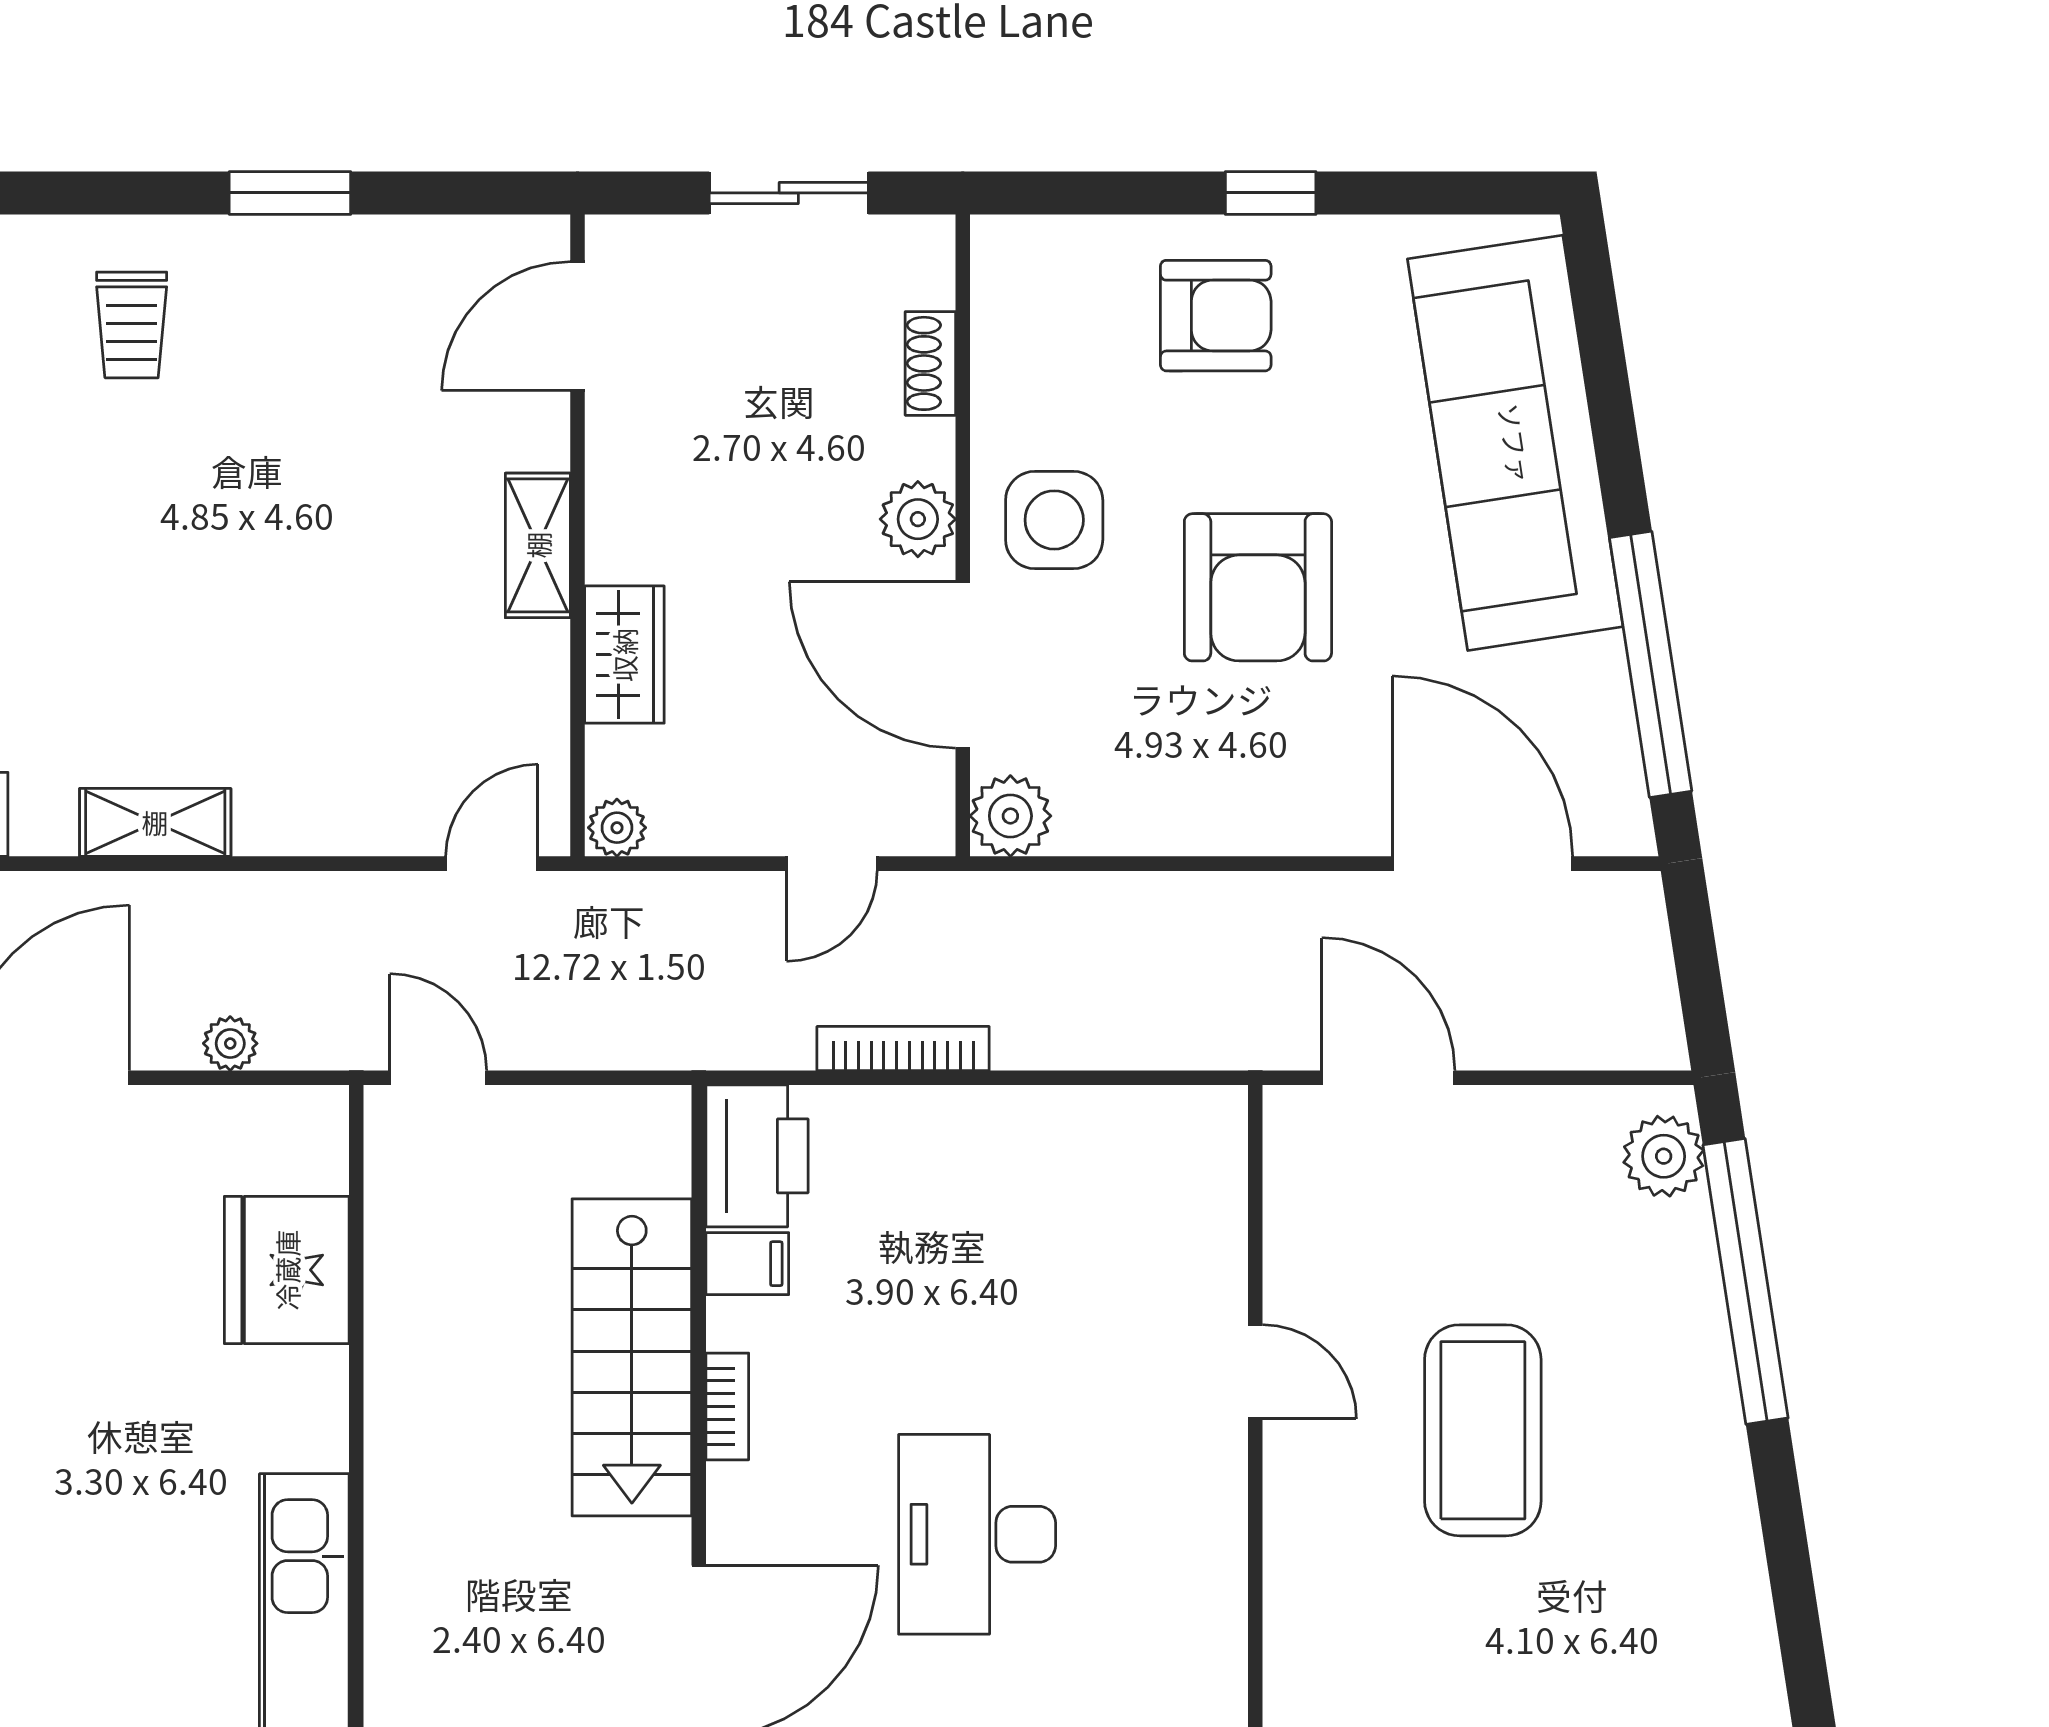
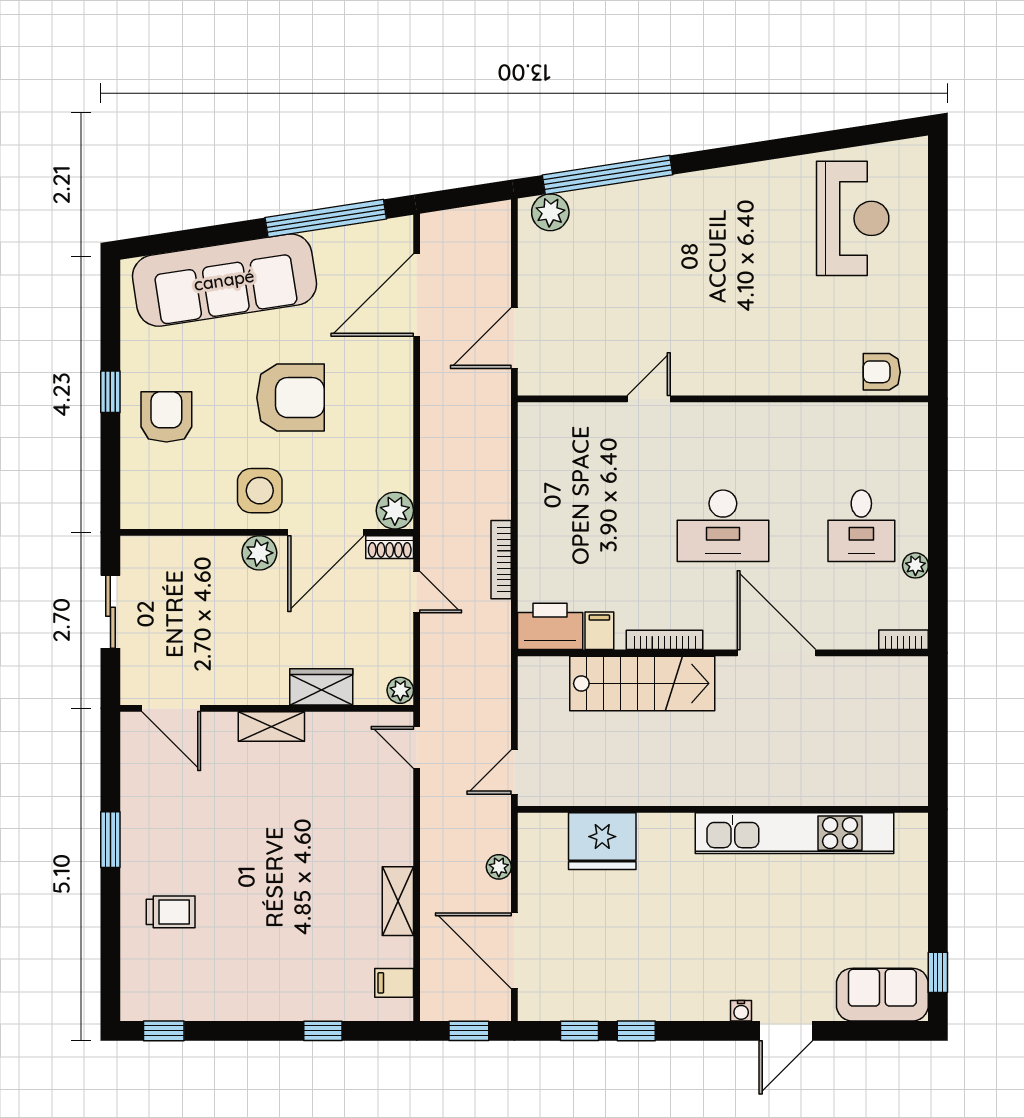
shoe rack: (930, 363) -> (390, 547), moved
bookcase: (727, 1406) -> (665, 640), width x1.56
coffee table: (1483, 1430) -> (675, 295), removed

